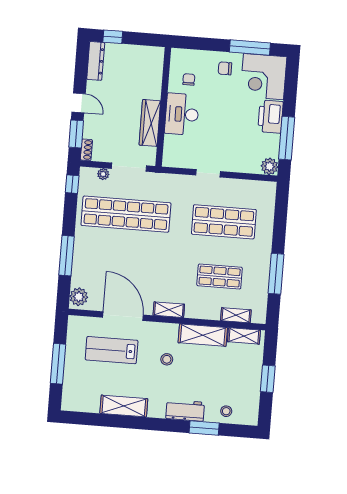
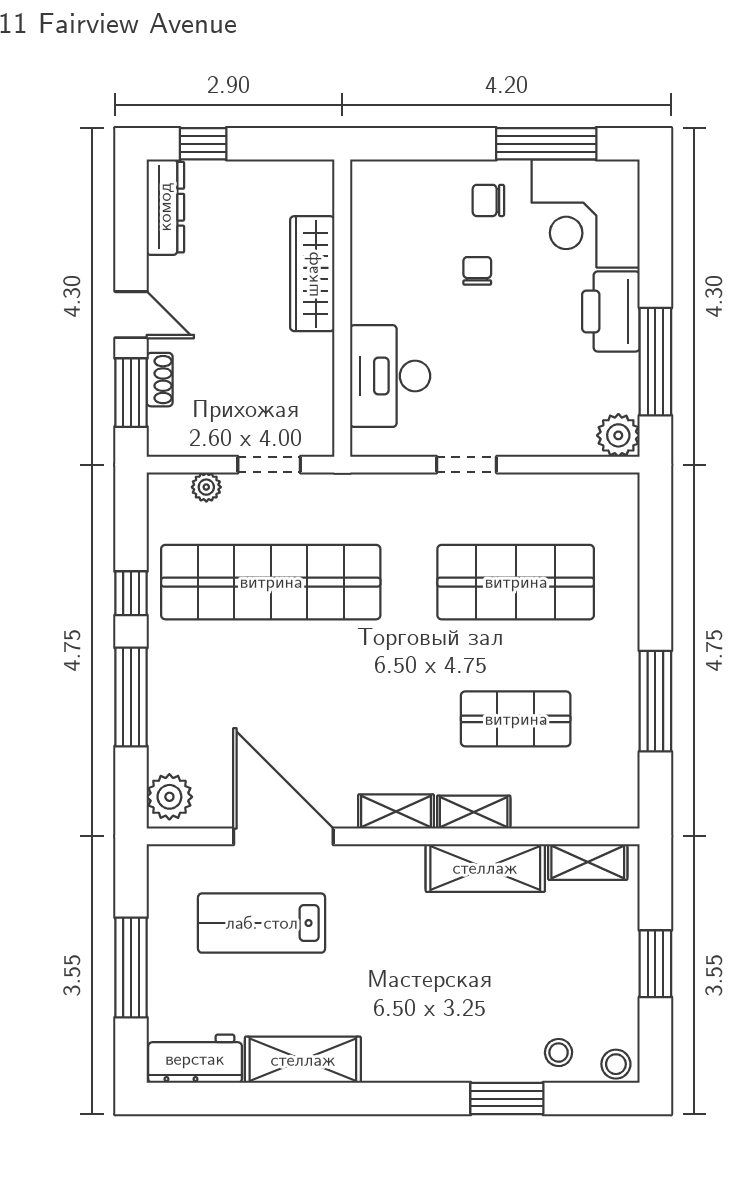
chair: (189, 79) -> (477, 271), moved
desk: (182, 114) -> (390, 376), moved
wardrobe: (150, 123) -> (312, 274), moved
shoe rack: (86, 150) -> (160, 380), moved
doorway: (129, 167) -> (269, 465), width x0.73
window: (72, 184) -> (131, 593), moved
shelving: (236, 315) -> (474, 812), moved
stool: (167, 359) -> (616, 1064), moved
workbench: (185, 410) -> (195, 1059), moved

